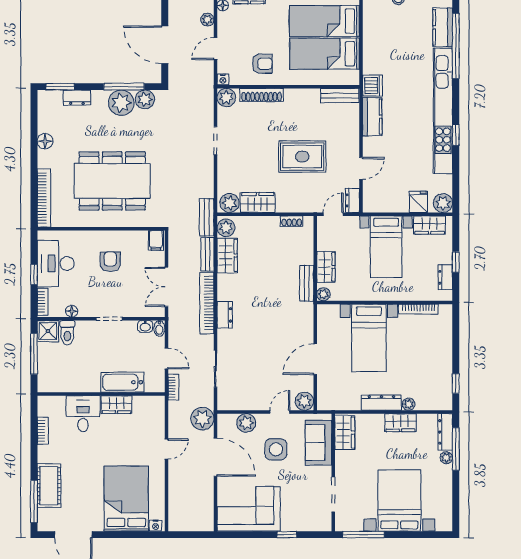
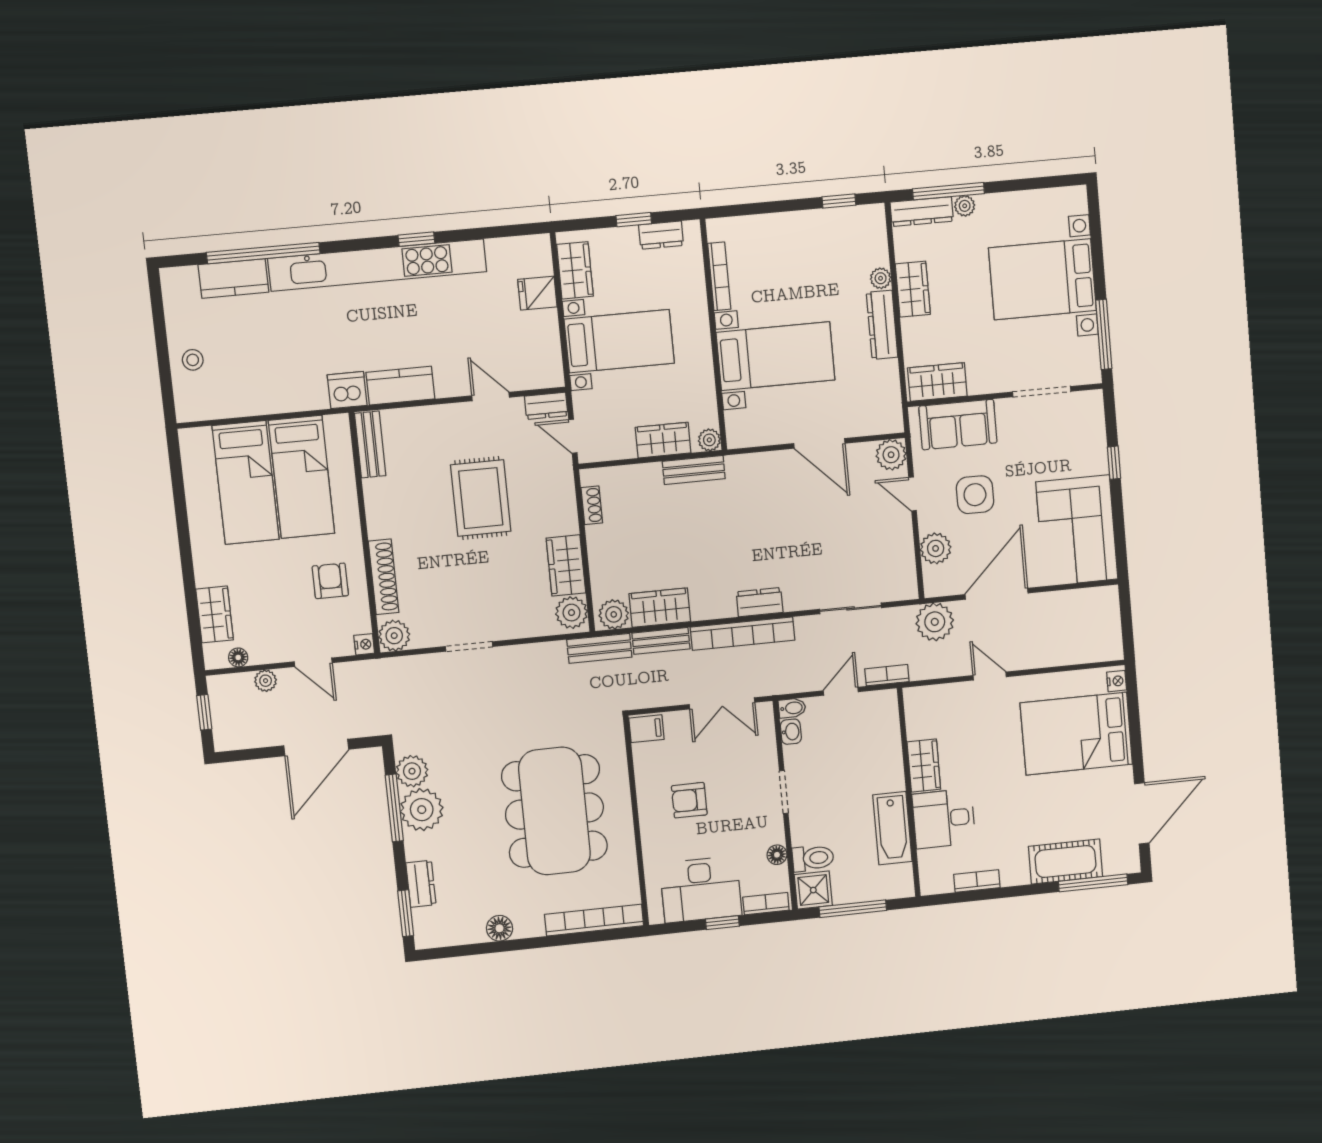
plant: (443, 203) -> (535, 251), removed
bathtub: (122, 382) -> (892, 828), moved

